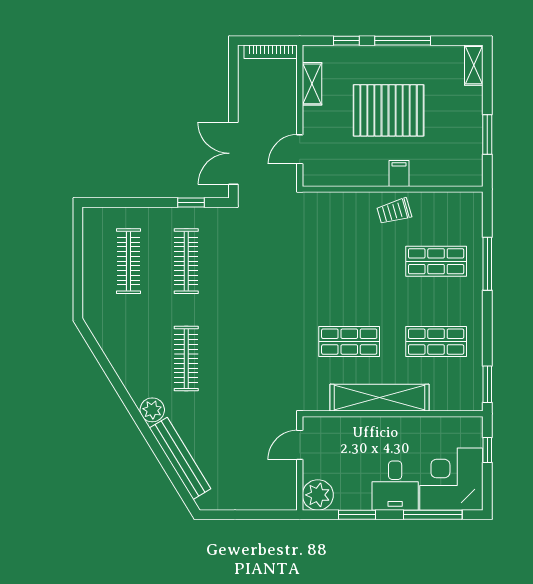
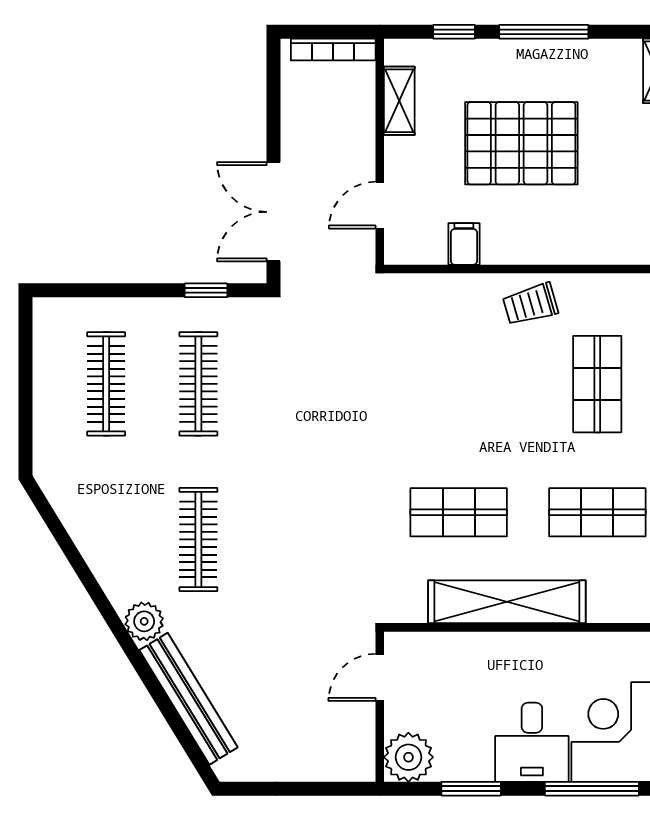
filing cabinet: (399, 173) -> (464, 244), moved
shop shelf: (436, 261) -> (597, 384), turned 90

